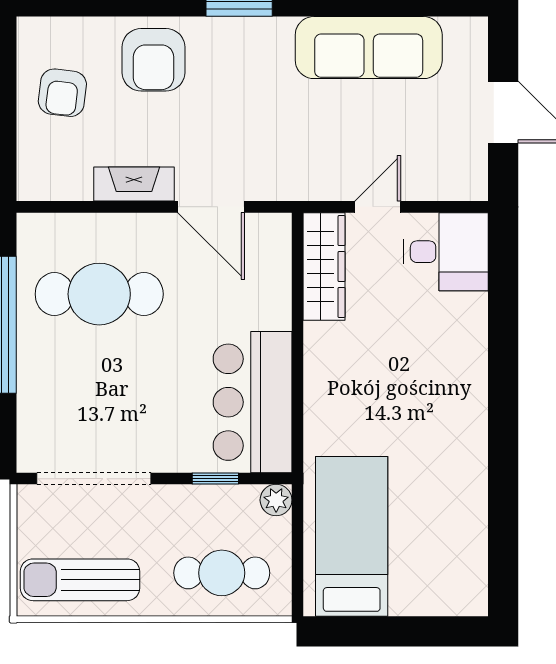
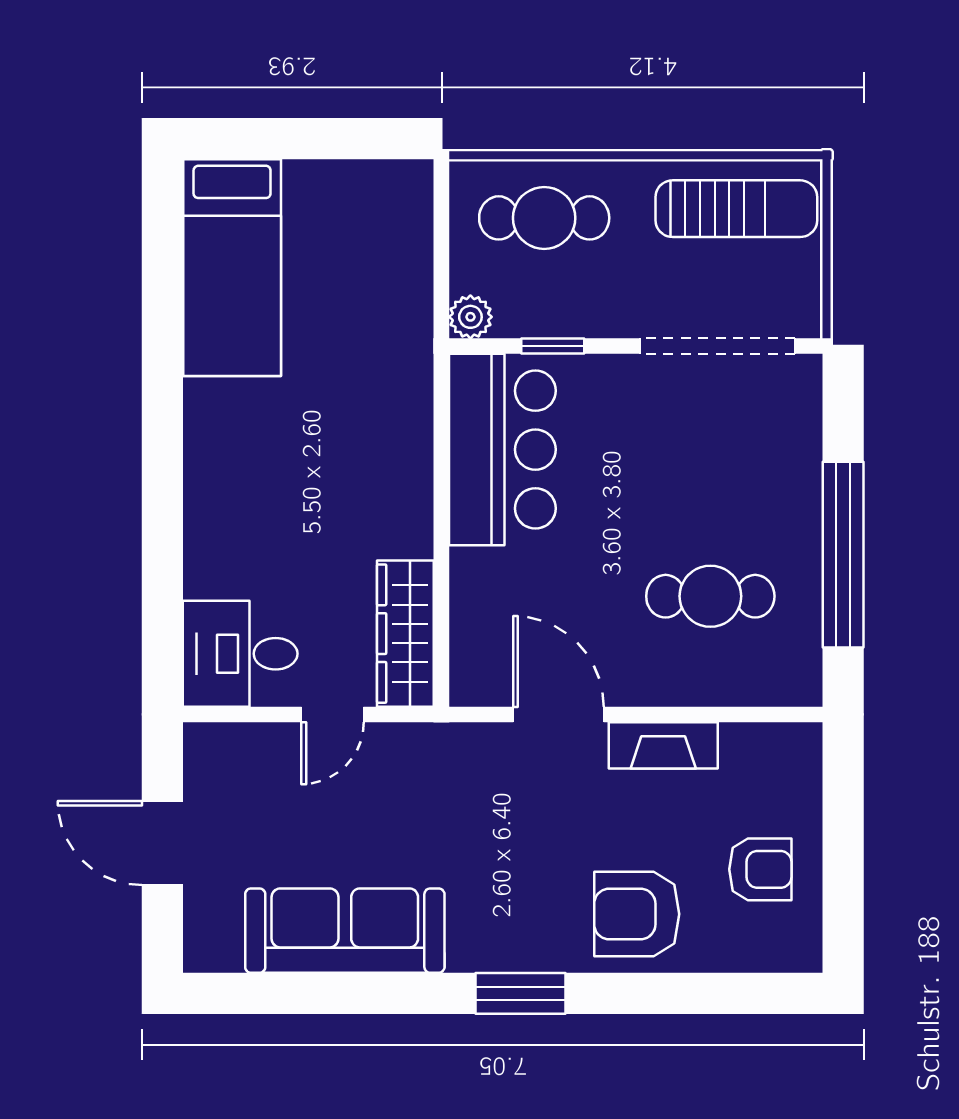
armchair: (154, 60) -> (637, 914), turned -90
armchair: (62, 93) -> (760, 869), turned 83
cafe table: (99, 294) -> (710, 596), width x0.73, depth x0.74
bed: (352, 536) -> (232, 268), moved

